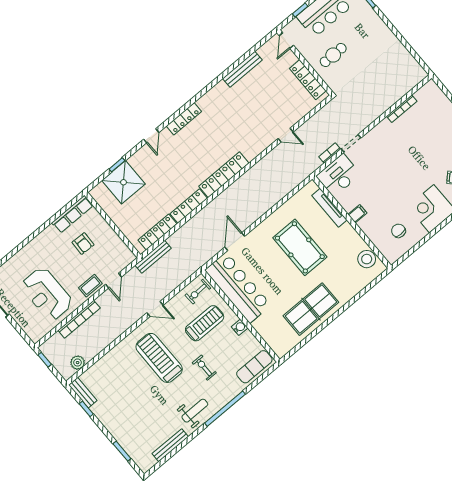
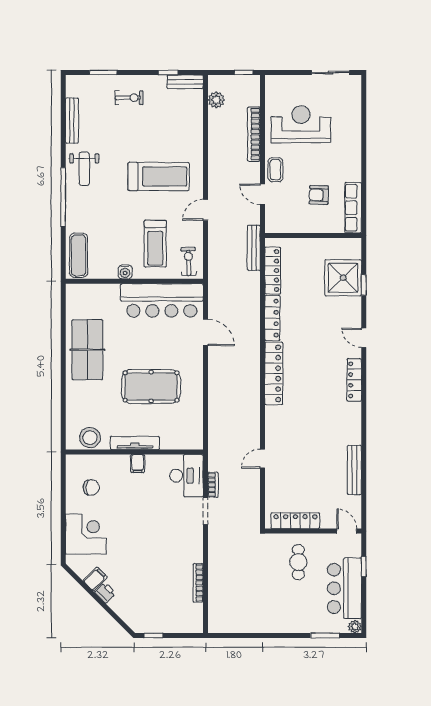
tv unit: (329, 208) -> (135, 443), moved
exercise bike: (204, 368) -> (129, 98), moved

